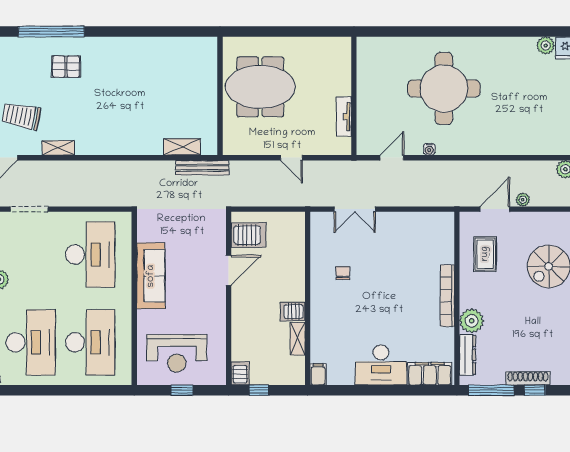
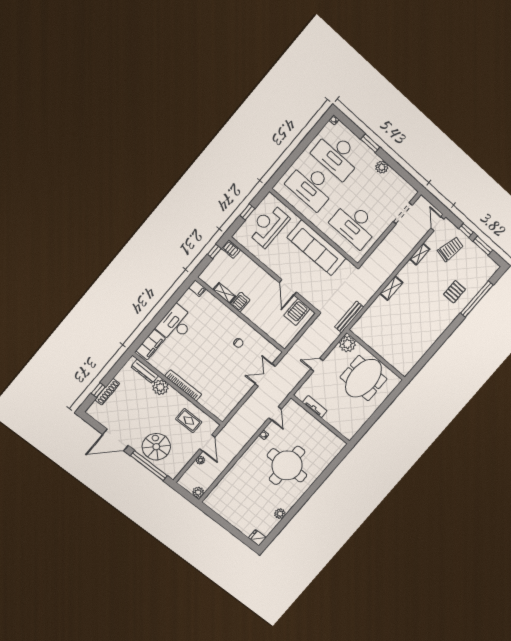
plant: (546, 46) -> (280, 514), moved
plant: (236, 142) -> (348, 344), added
shelving: (182, 147) -> (391, 288), moved
sofa: (151, 276) -> (317, 248), width x1.36, depth x1.27
window: (491, 390) -> (116, 369), removed

